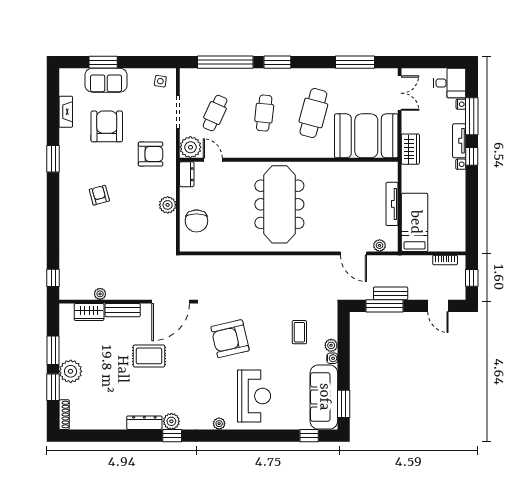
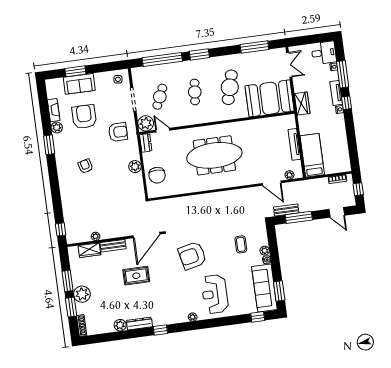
plant: (67, 136) -> (57, 127), added
meeting table: (279, 204) -> (214, 155), turned 90
bench: (391, 293) -> (286, 210), moved
reception desk: (254, 396) -> (215, 294), turned 180
plant: (171, 421) -> (120, 325), moved

